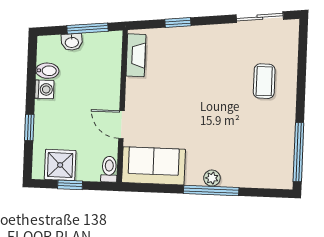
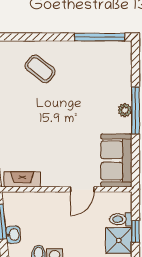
coffee table: (264, 81) -> (40, 69), turned 38
toilet: (109, 169) -> (121, 219), moved

